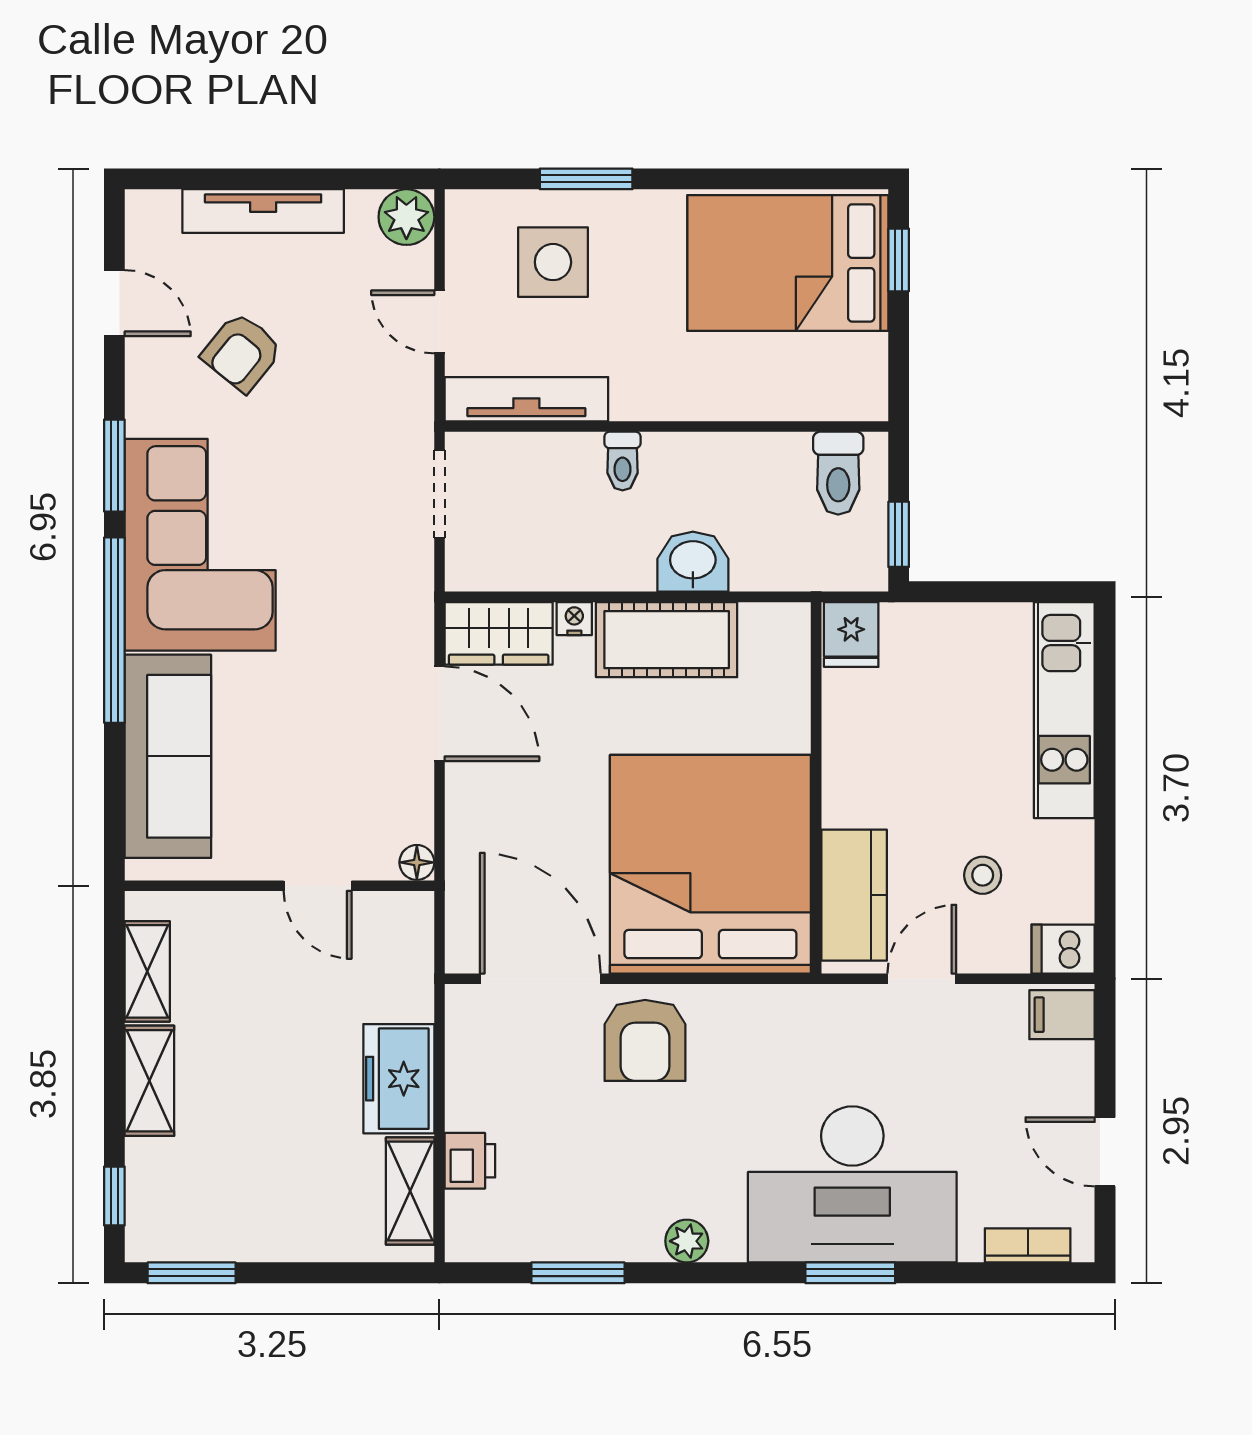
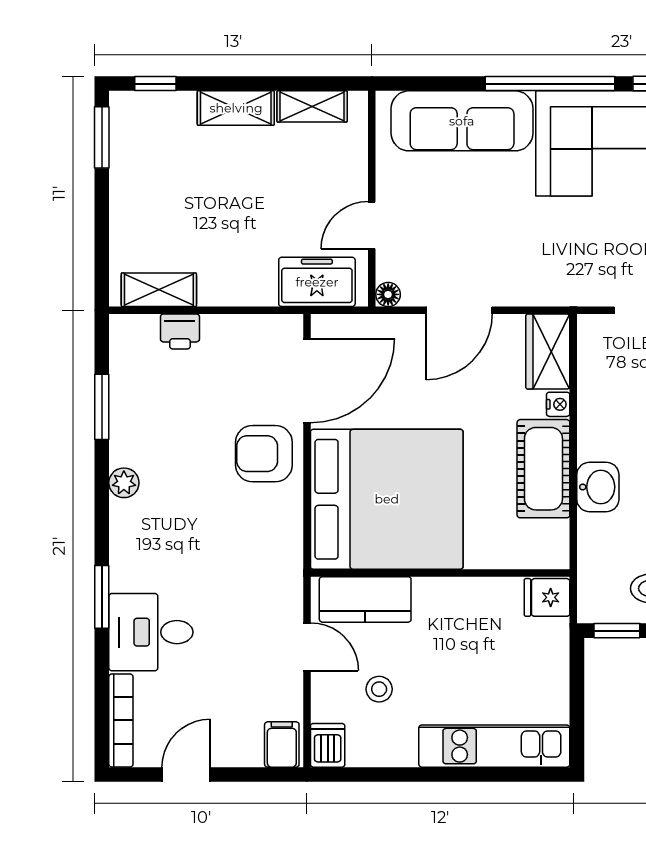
door: (439, 714) -> (459, 310), moved
freezer: (399, 1079) -> (317, 282), moved
desk: (852, 1184) -> (151, 632), width x0.53, depth x0.77
bookcase: (1028, 1245) -> (121, 720), width x1.56

